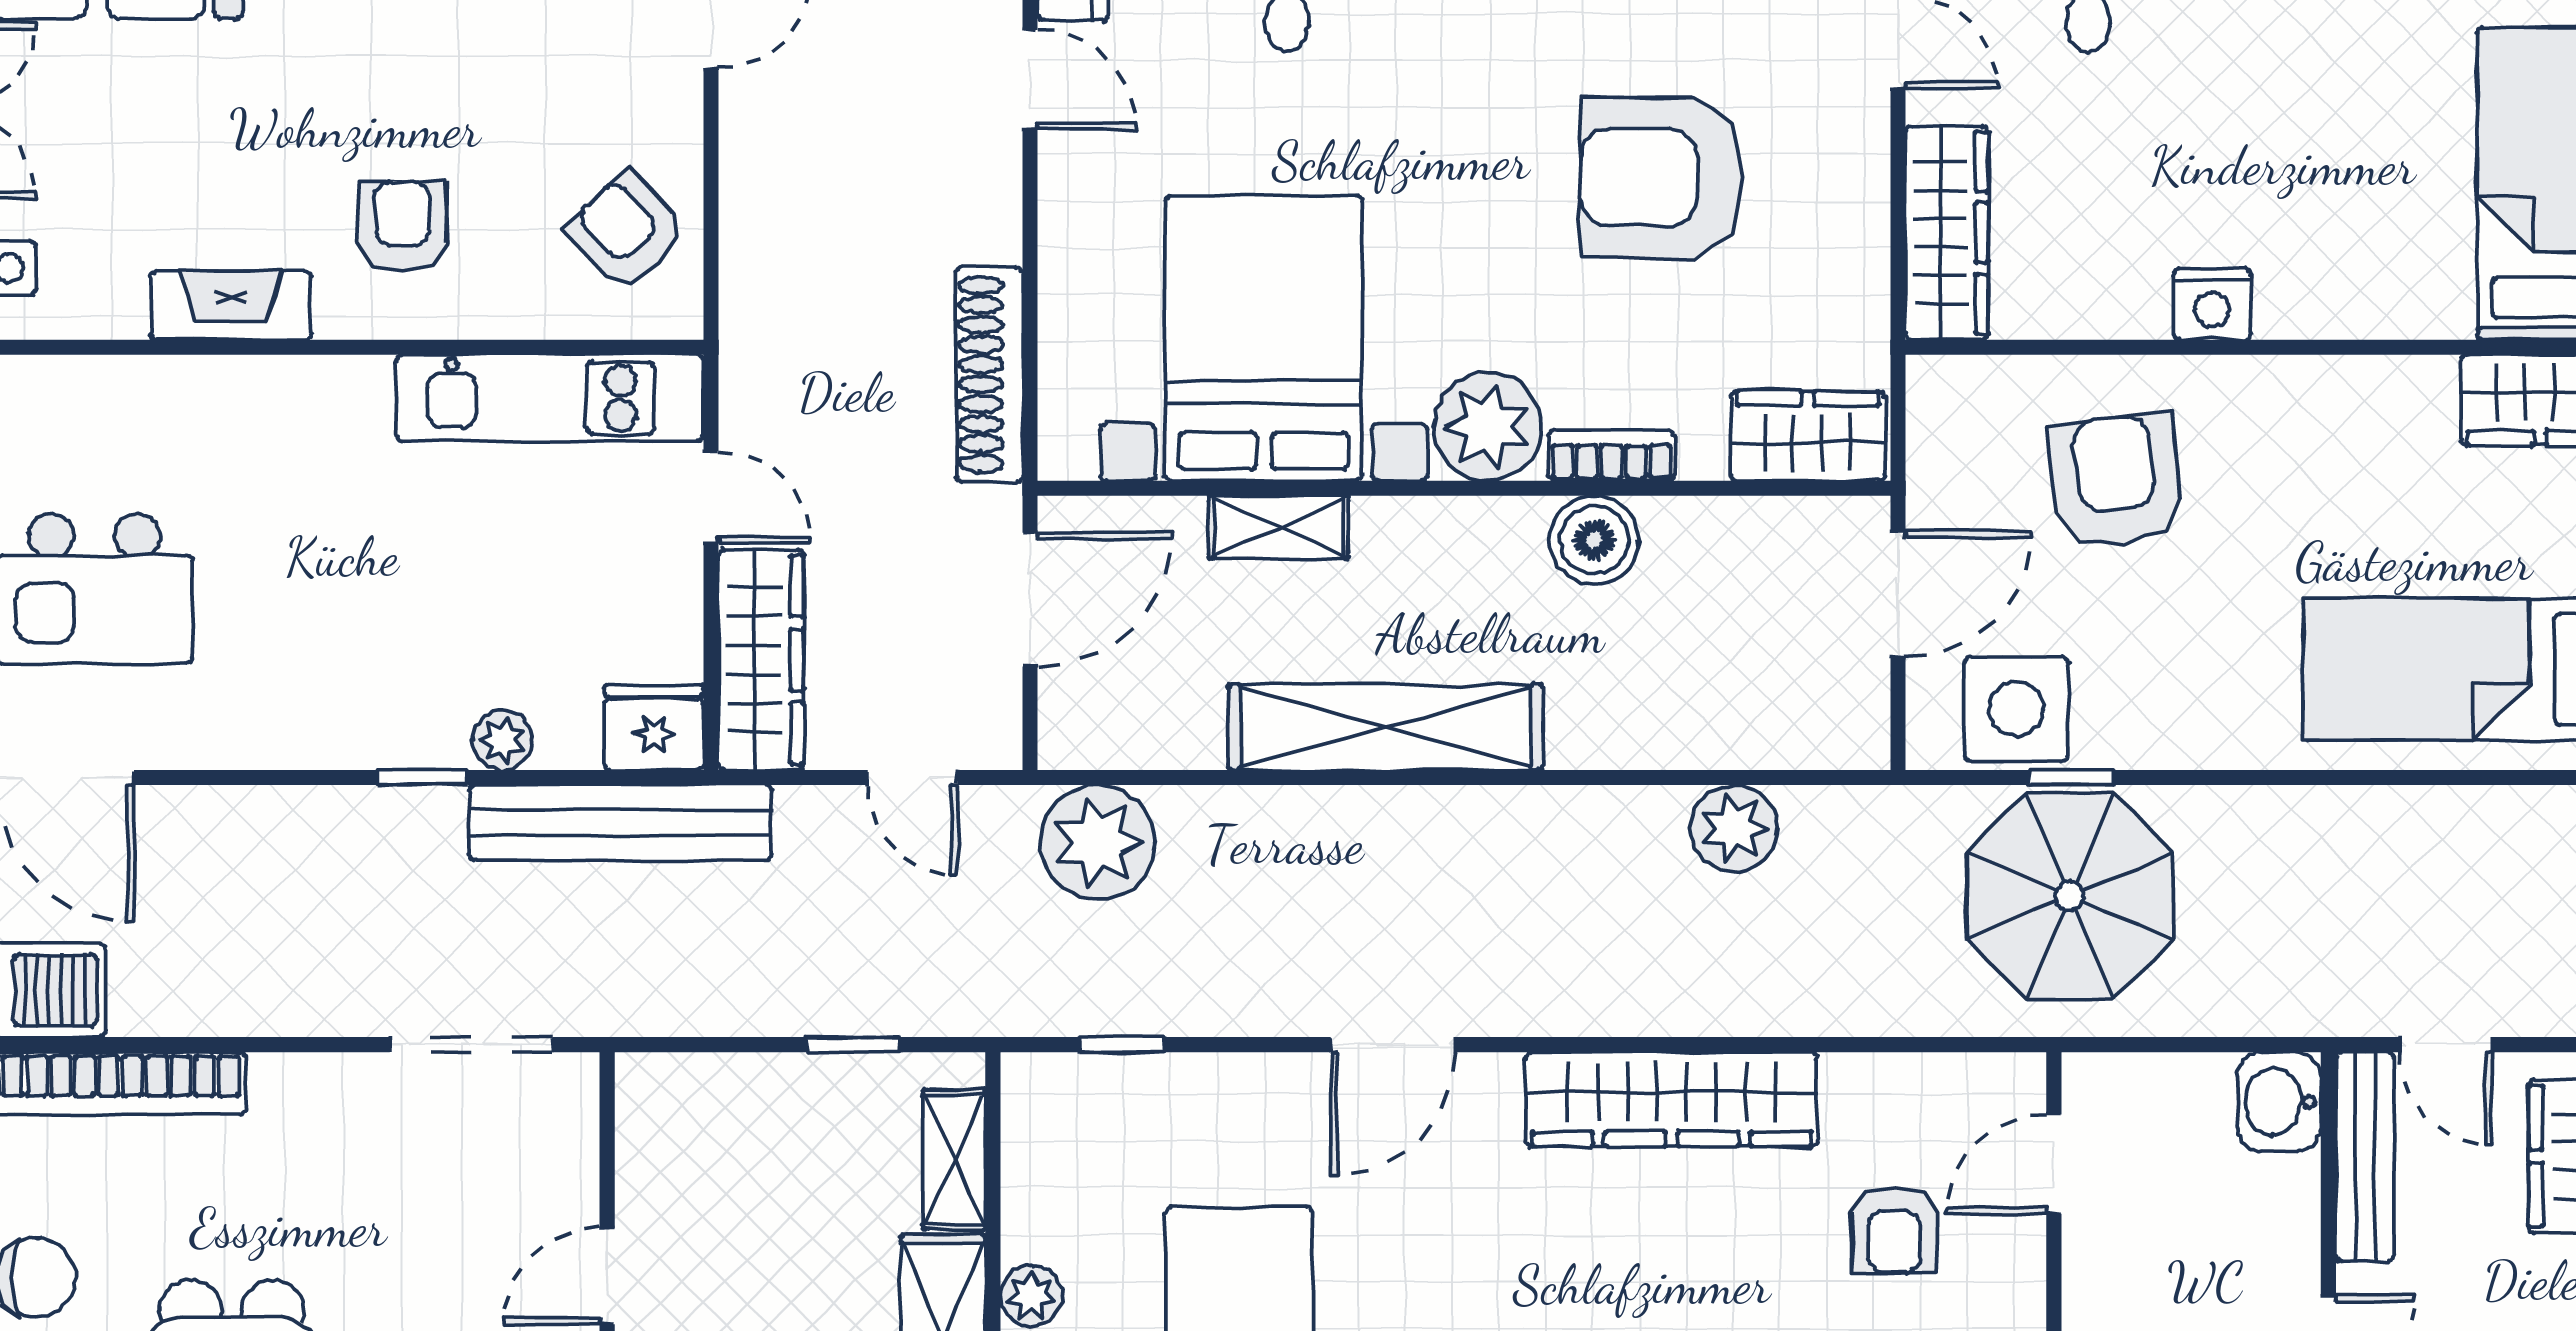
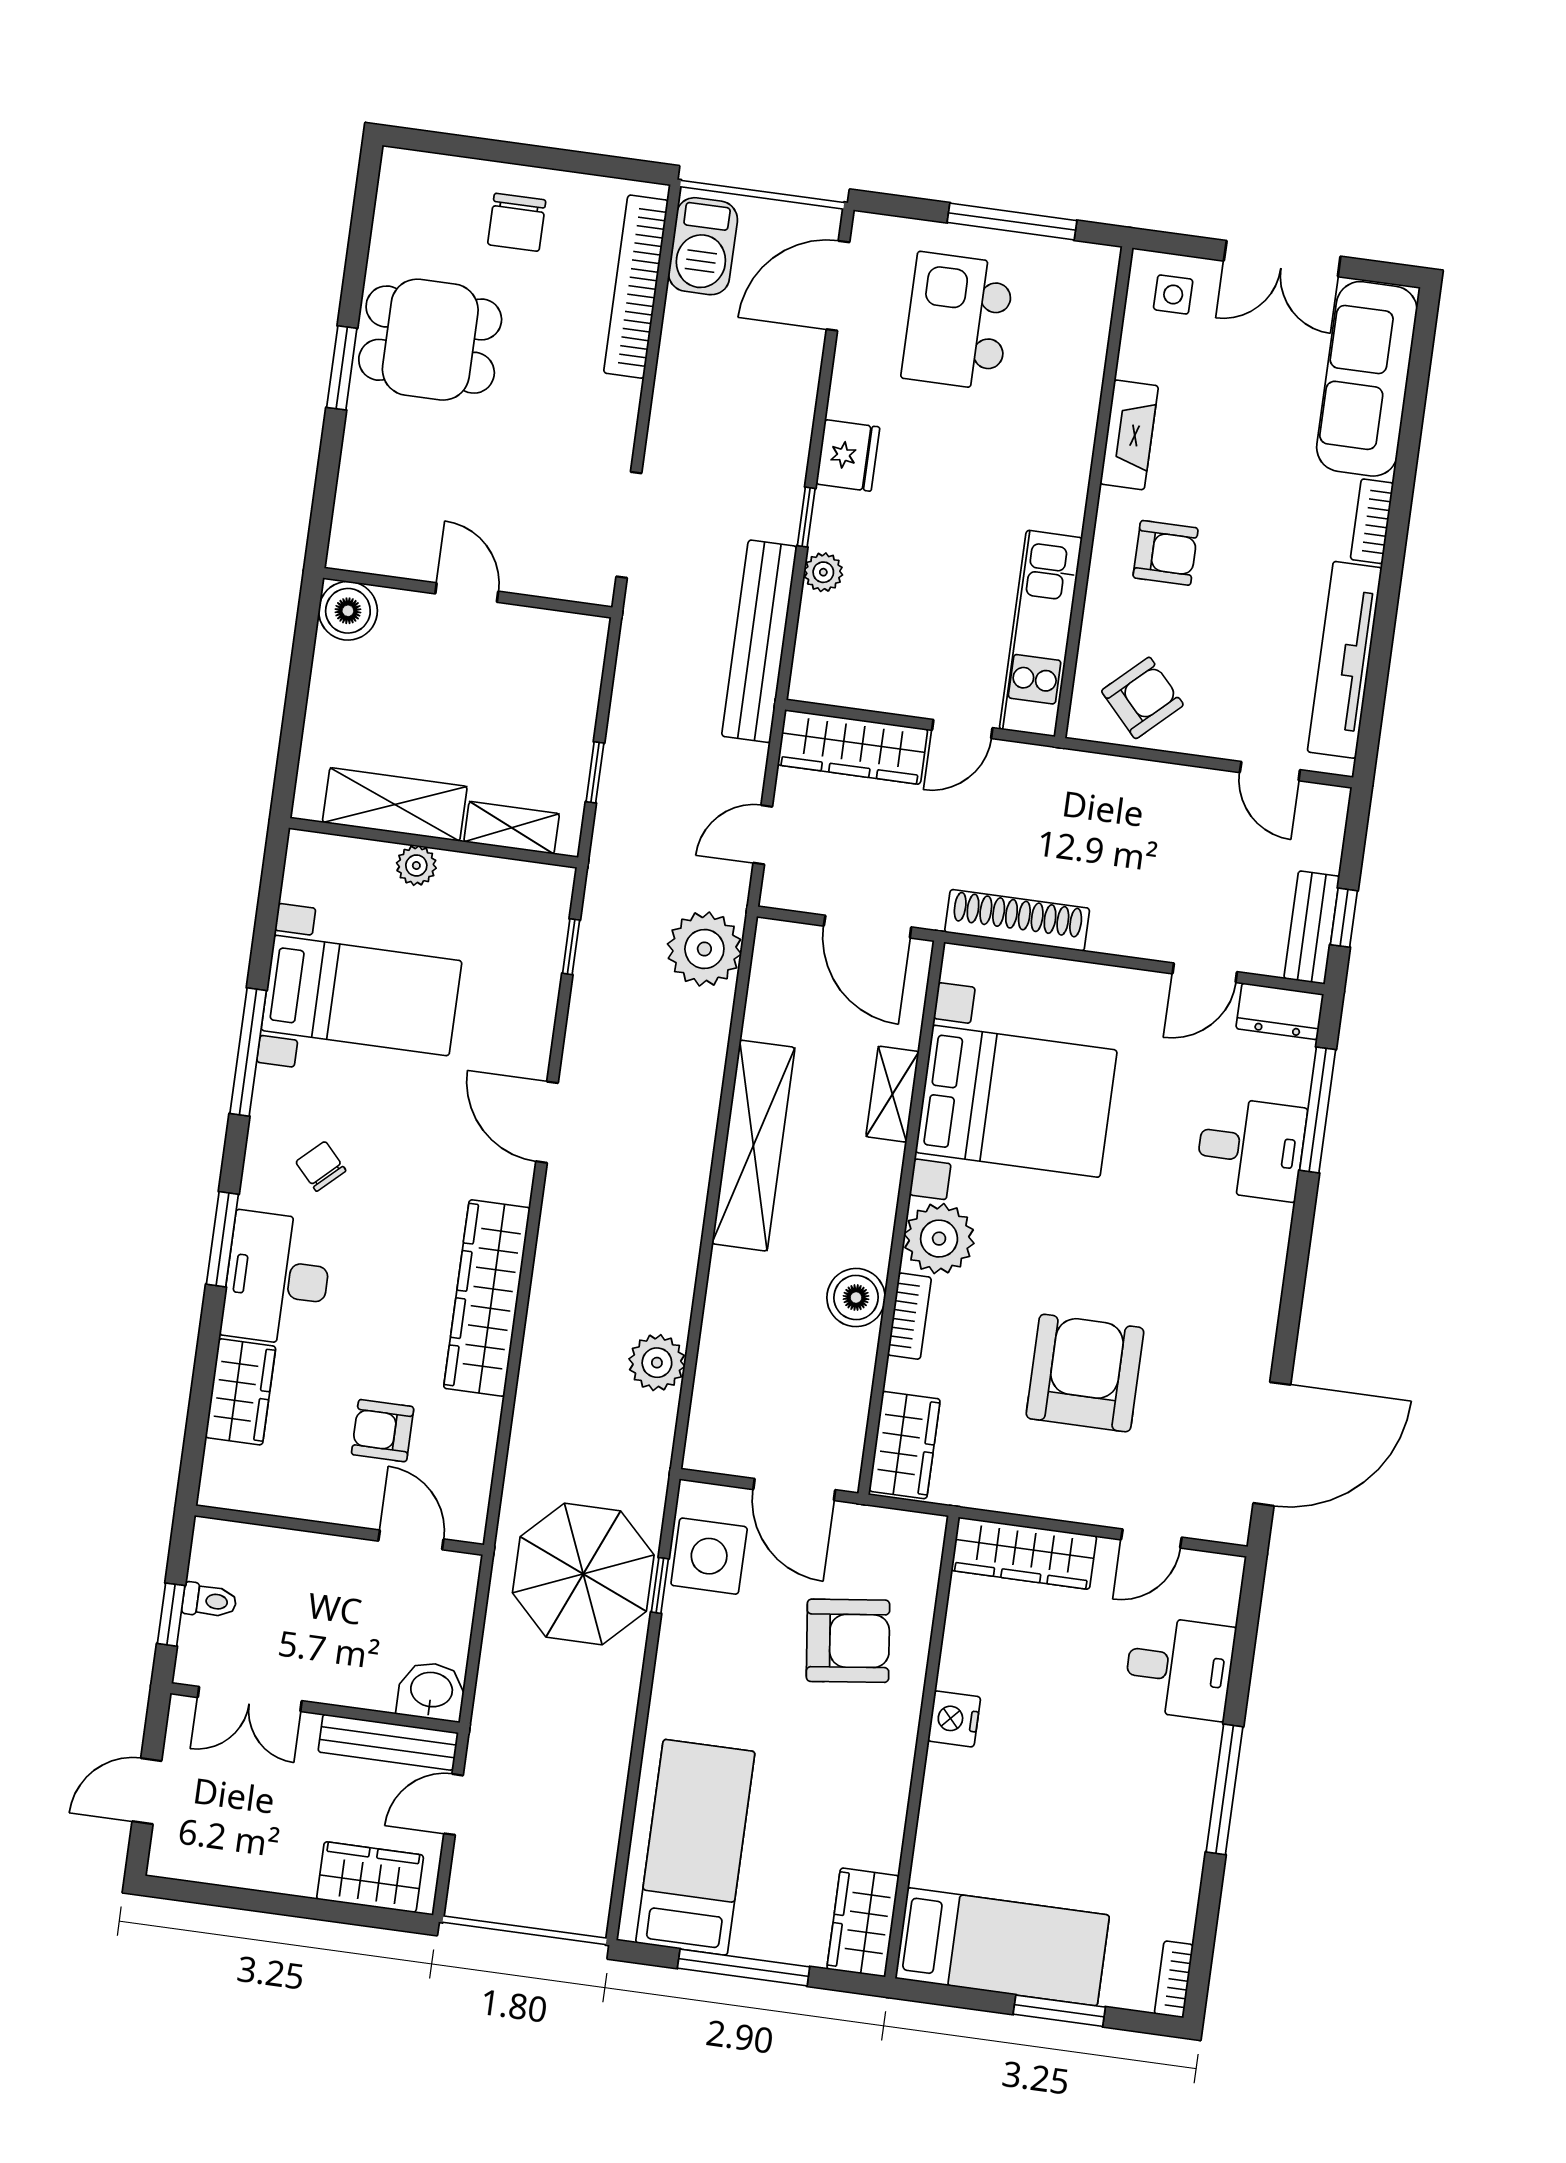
fridge: (654, 727) -> (848, 455), moved

